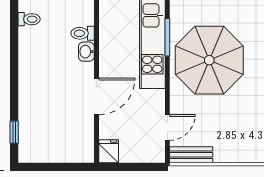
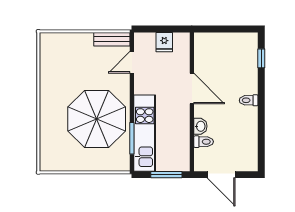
toilet: (29, 19) -> (249, 100), moved
door: (96, 96) -> (192, 88), swing flipped
fridge: (109, 151) -> (164, 42), moved

